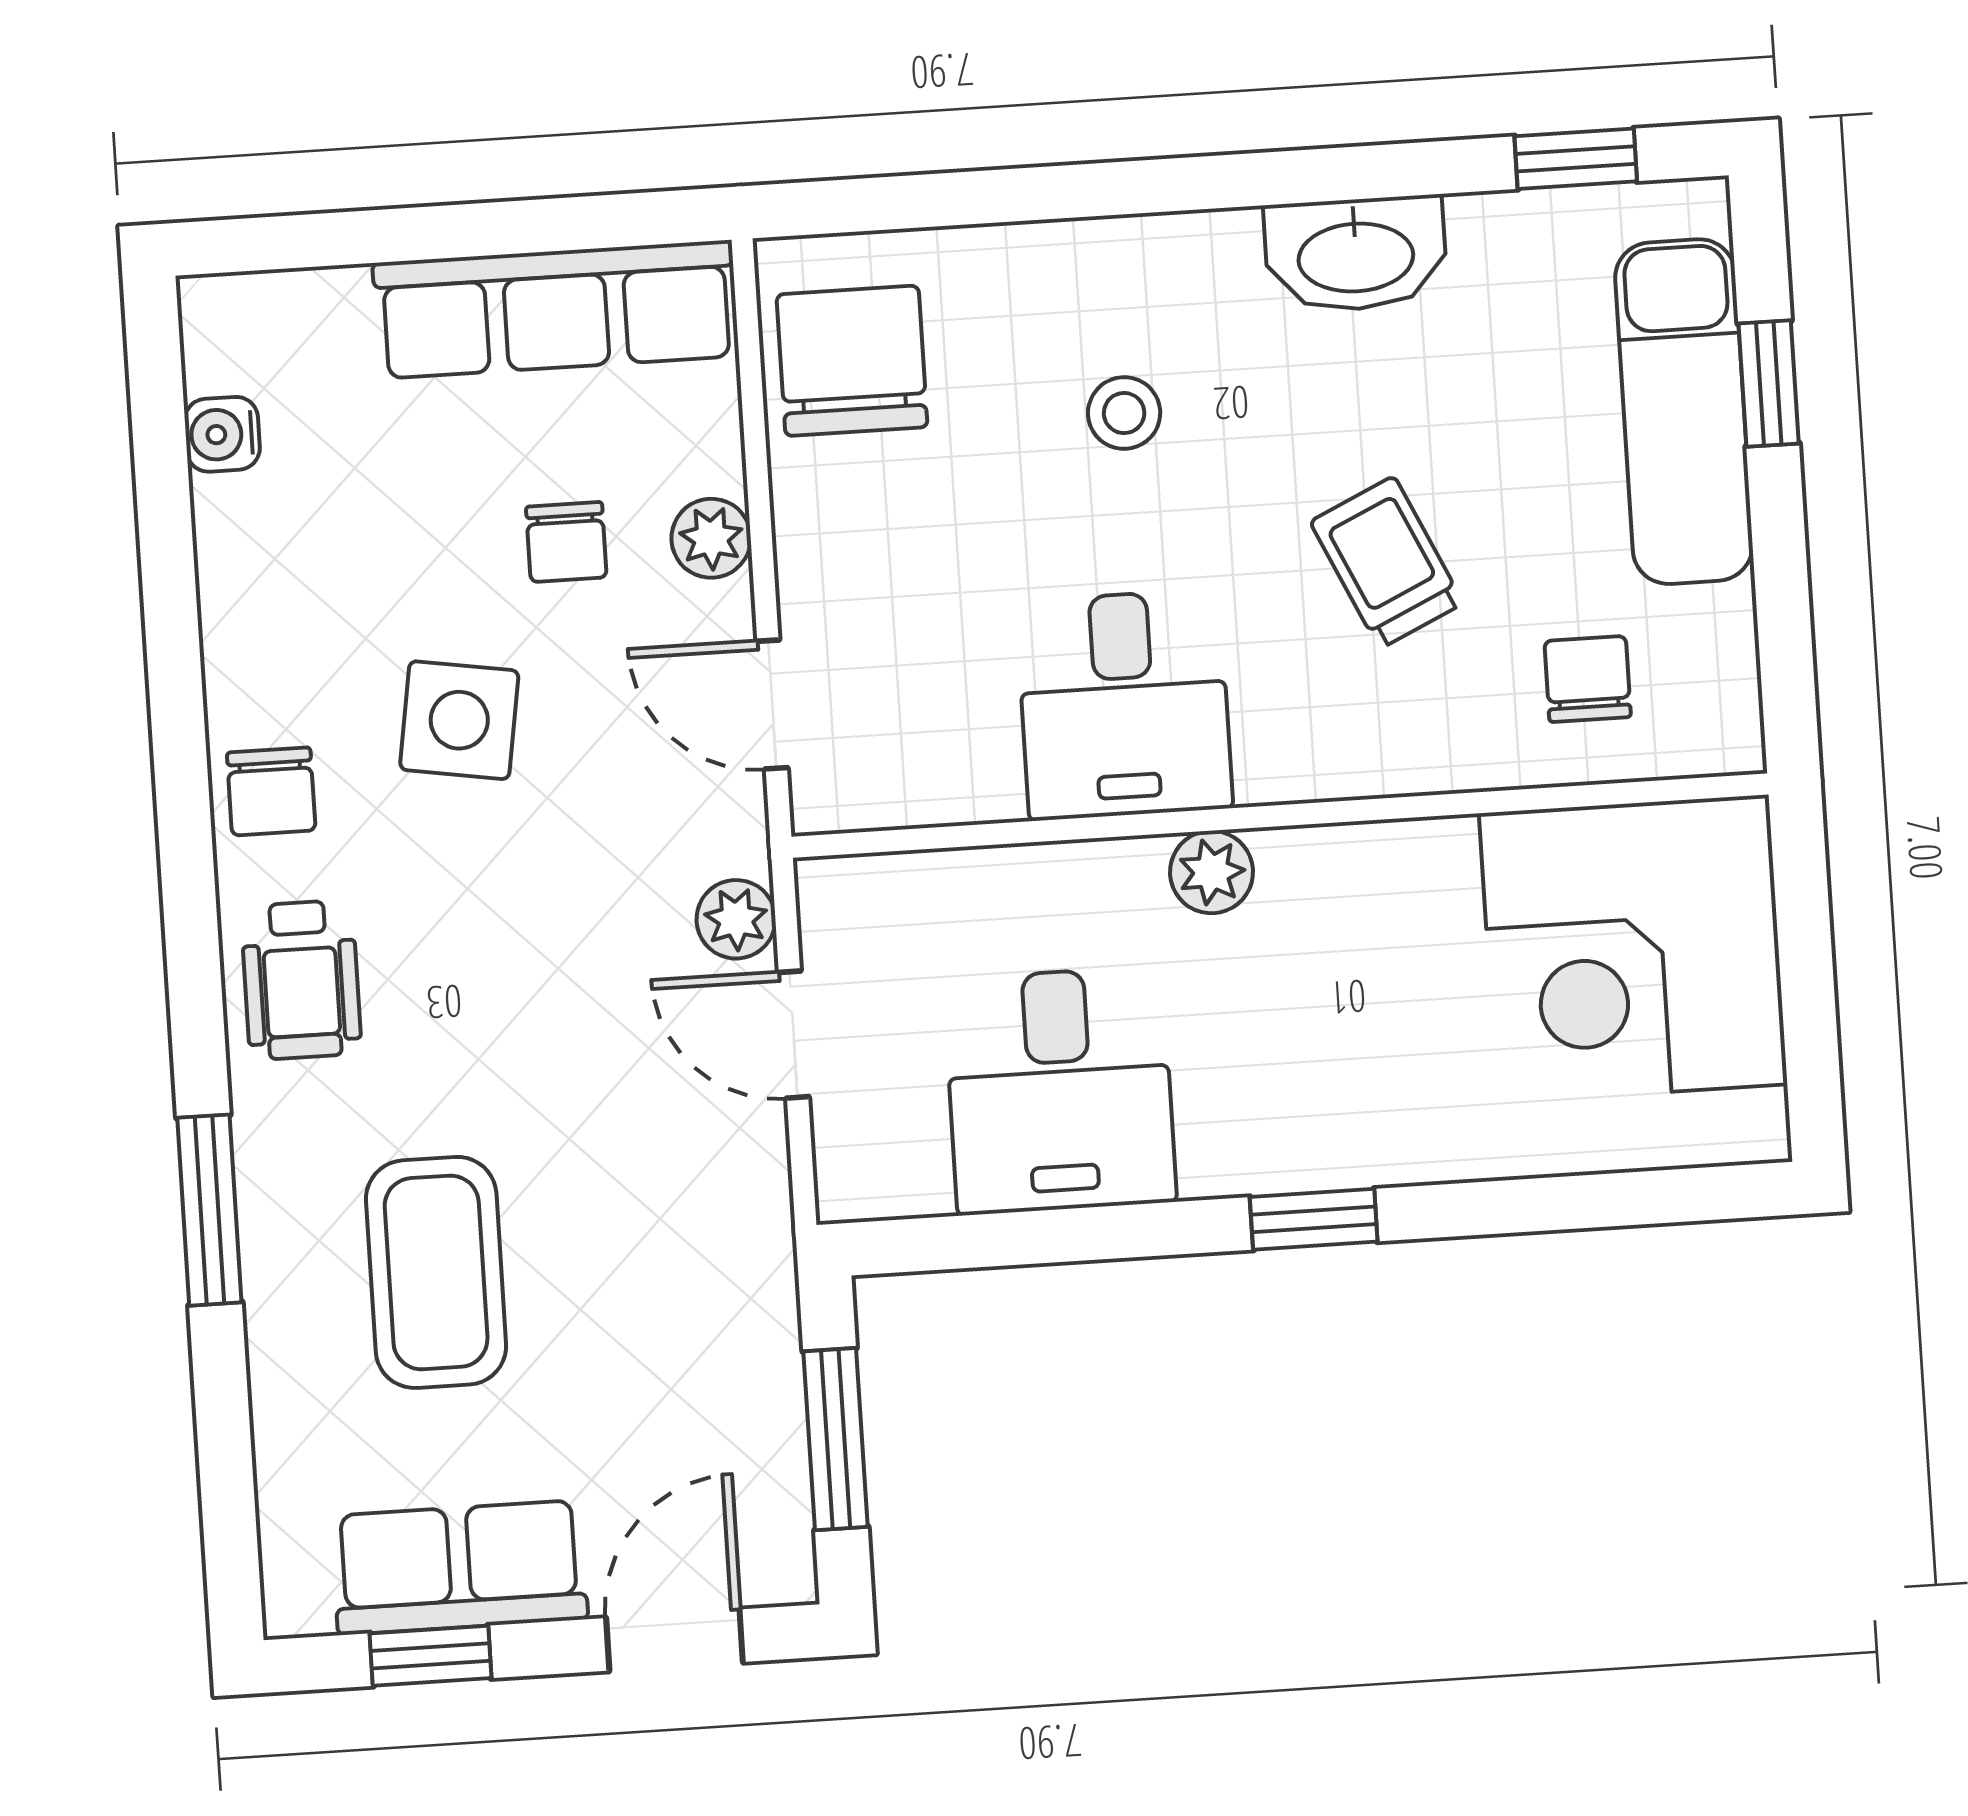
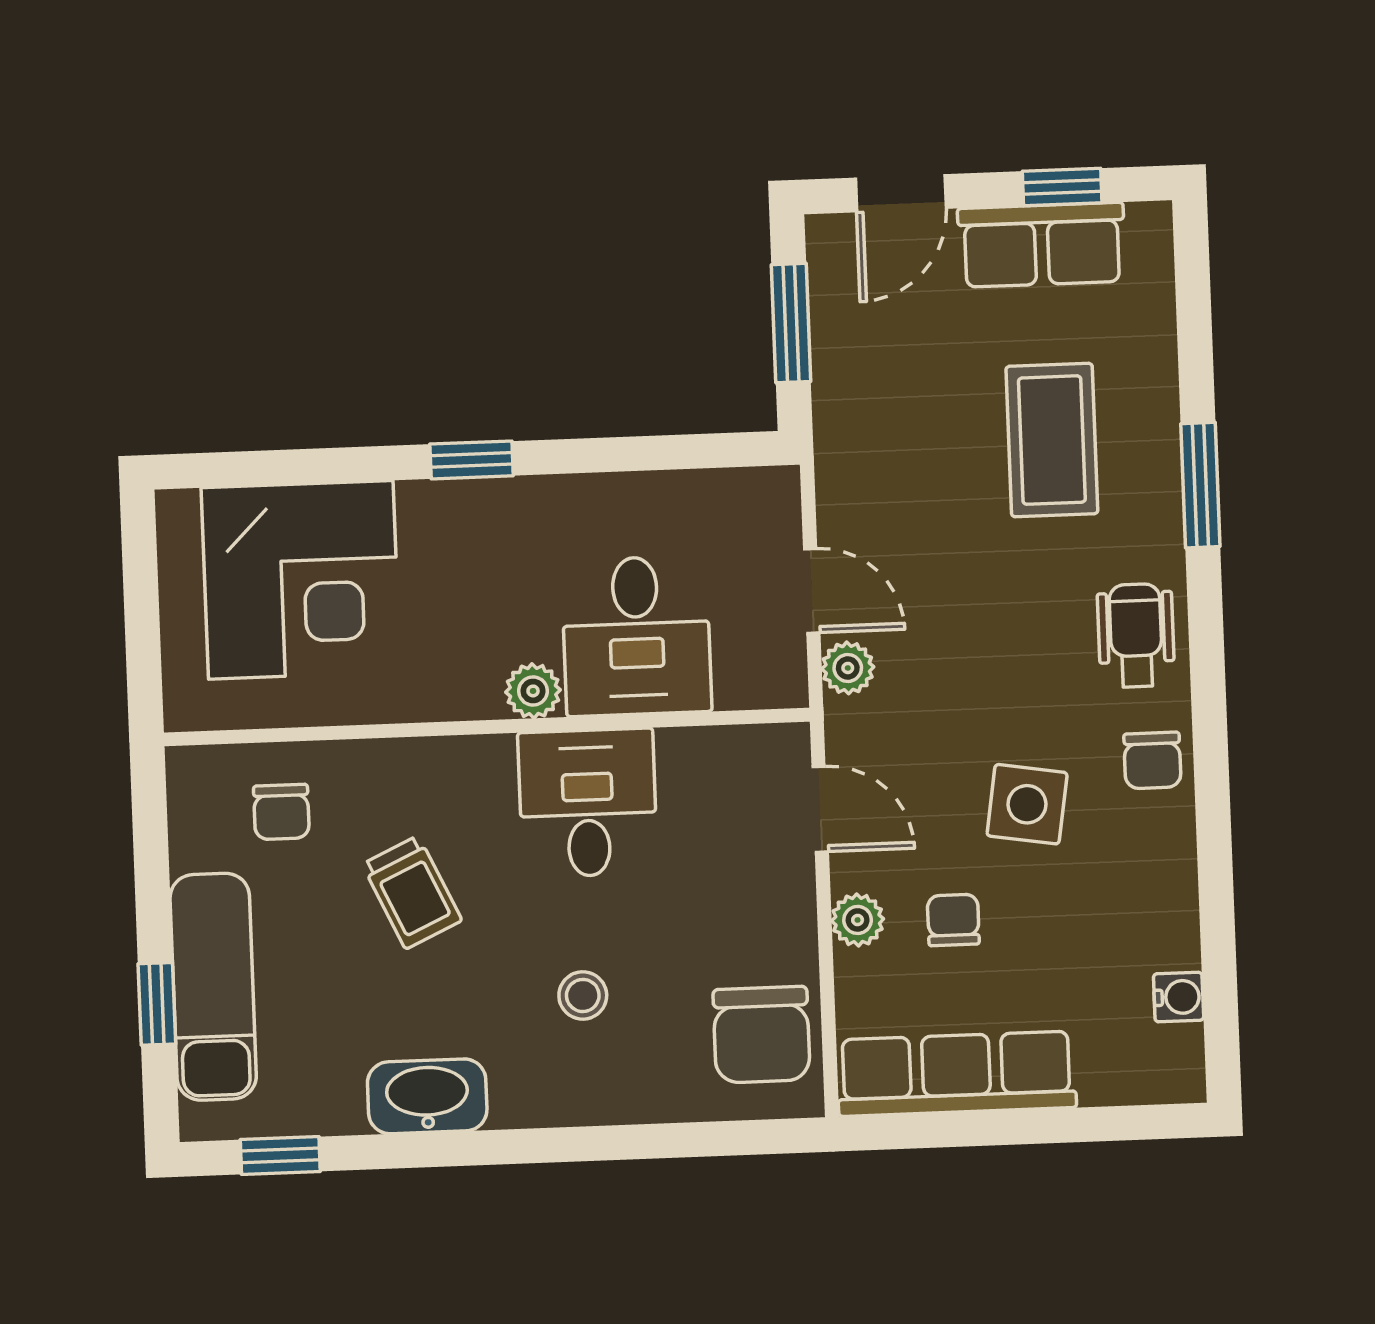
chair: (271, 791) -> (1152, 760), turned 180
corner desk: (1633, 949) -> (301, 580), moved, turned 90
desk: (1060, 1090) -> (636, 636), moved, turned 180

